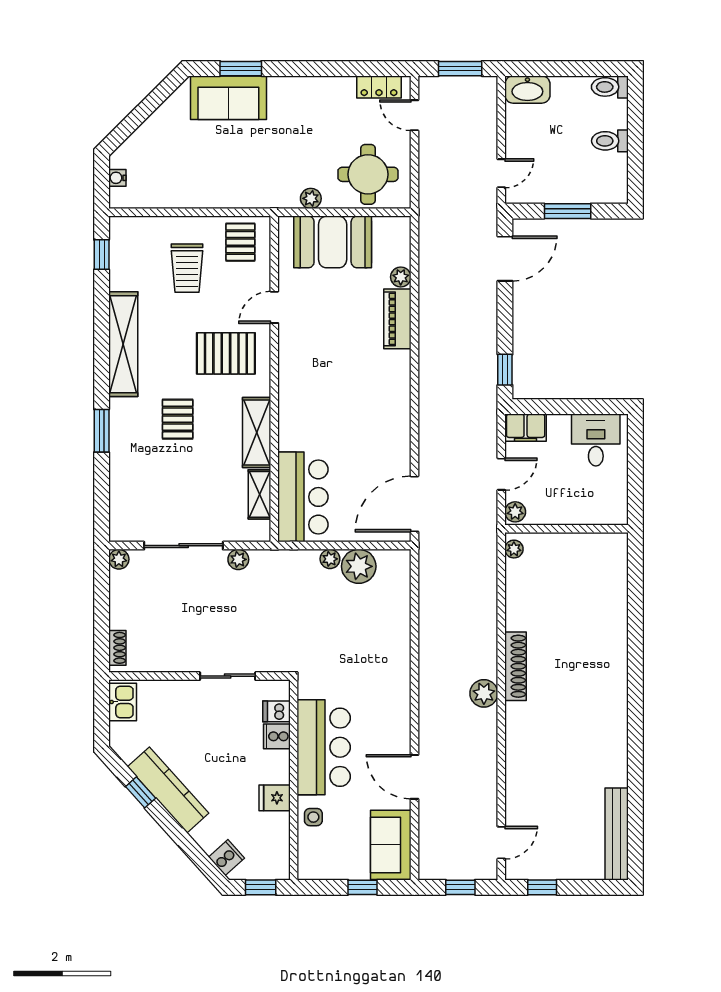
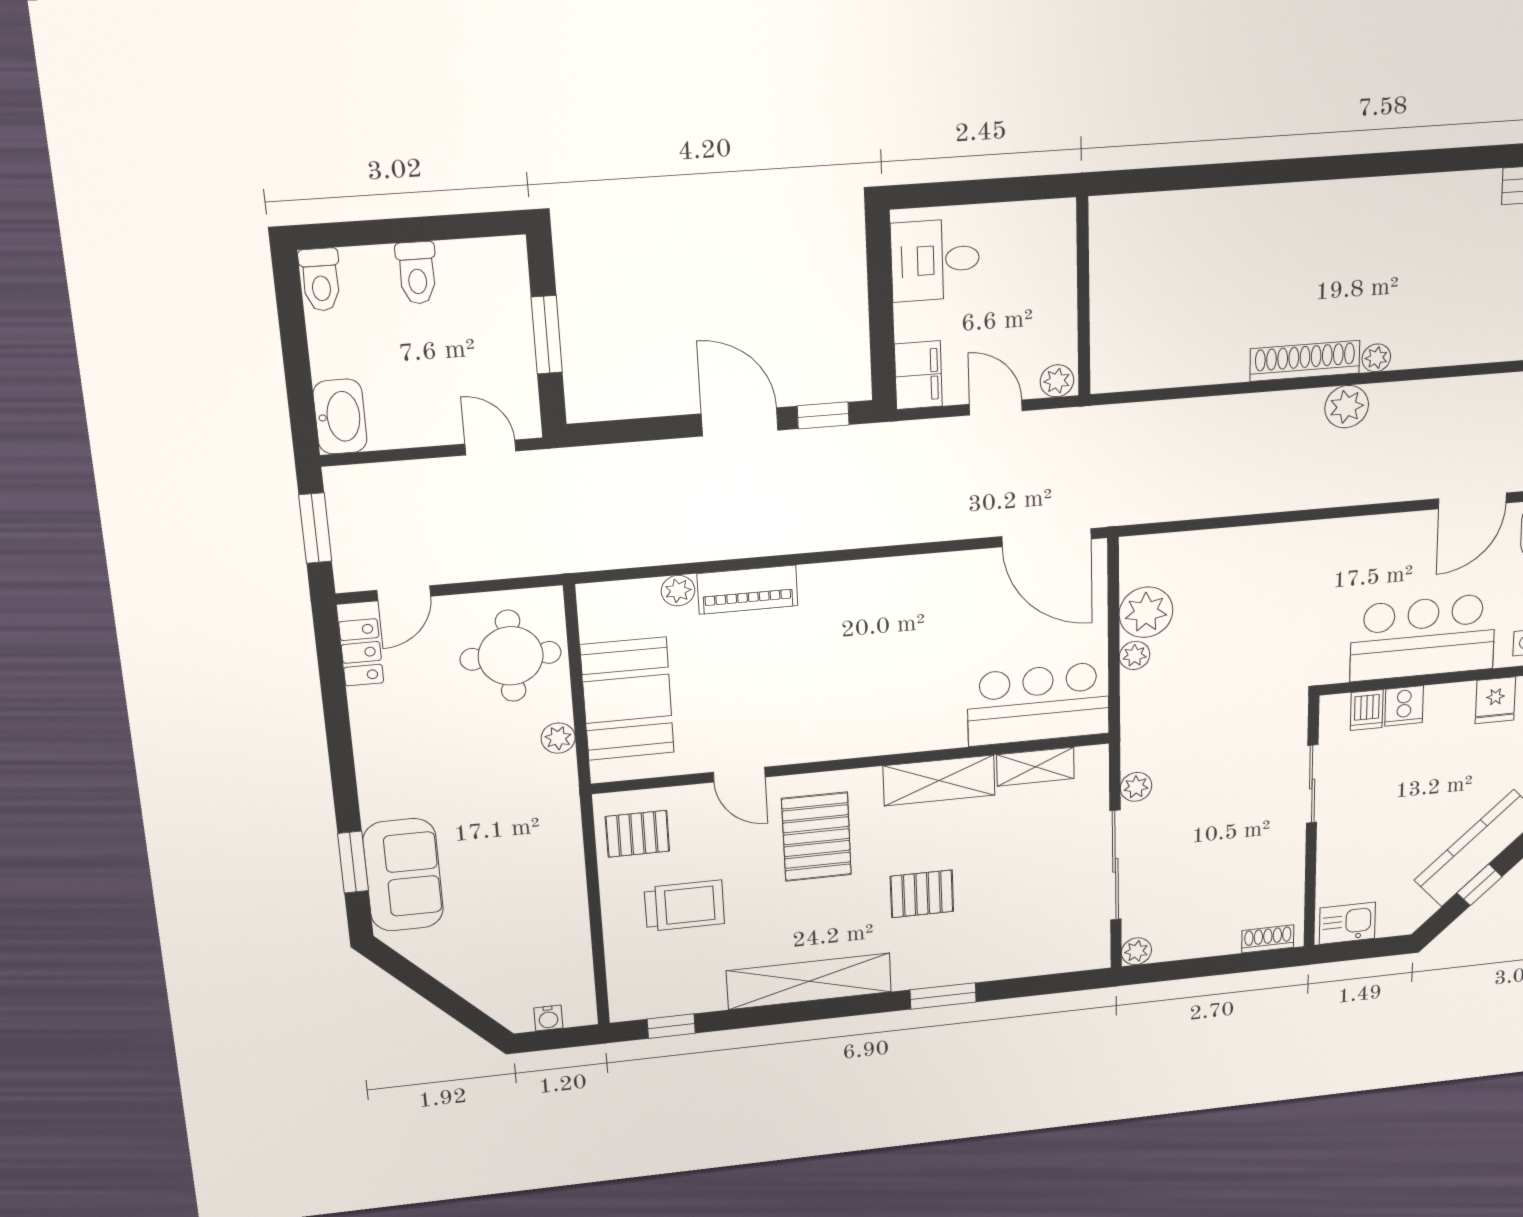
door: (505, 259) -> (740, 422), moved
plant: (514, 549) -> (1376, 358), moved

